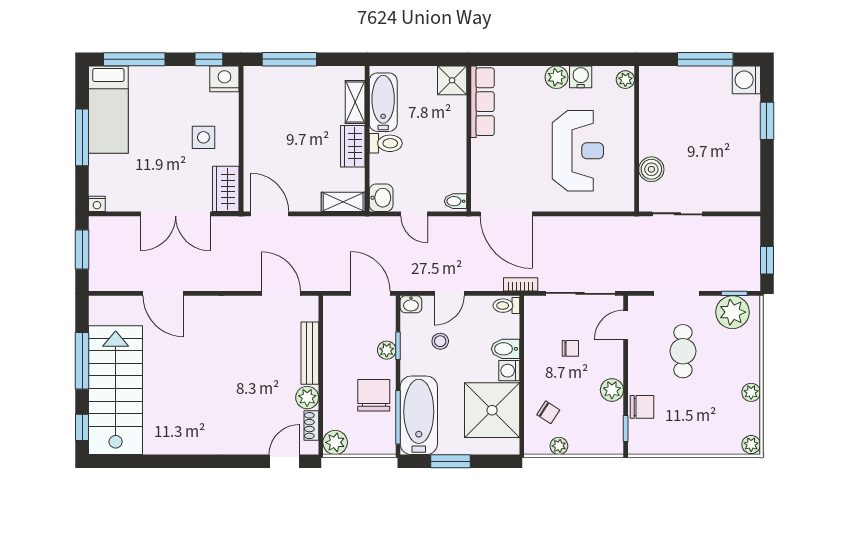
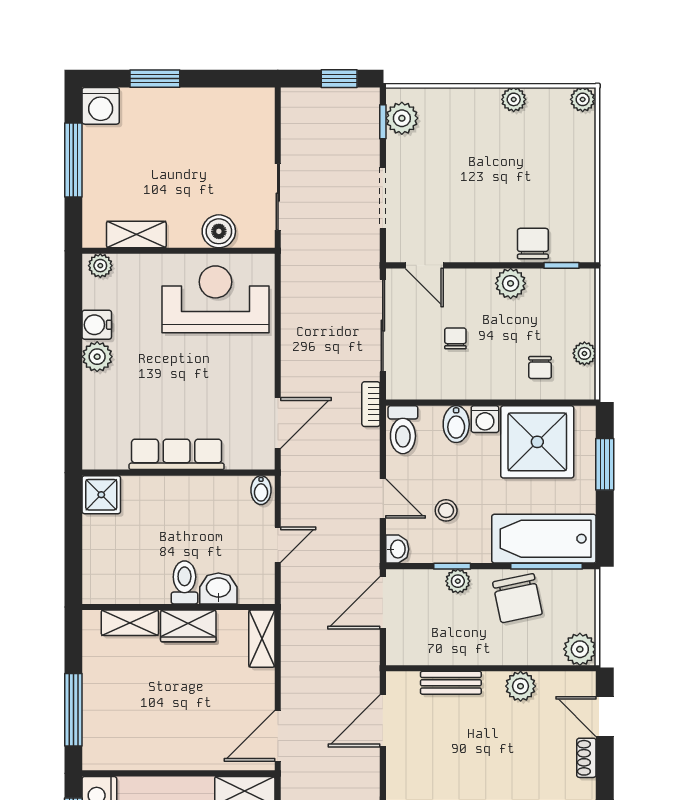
bathtub: (383, 102) -> (130, 586), removed
row of seats: (483, 102) -> (177, 454), moved
shelving: (649, 107) -> (136, 234), added
reception desk: (578, 151) -> (215, 299), moved
washbasin: (381, 198) -> (218, 588), moved
door: (506, 214) -> (278, 423), width x0.73
toilet: (506, 306) -> (403, 430), width x1.37, depth x1.39
plant: (732, 312) -> (402, 118), width x0.73, depth x0.73
cafe table: (683, 351) -> (459, 190), removed
bench: (310, 353) -> (451, 683), width x0.73
chair: (374, 395) -> (517, 598), turned -102
chair: (548, 412) -> (540, 368), turned 147
shoe rack: (311, 426) -> (586, 758), moved, turned 90
window: (450, 461) -> (605, 464), moved

